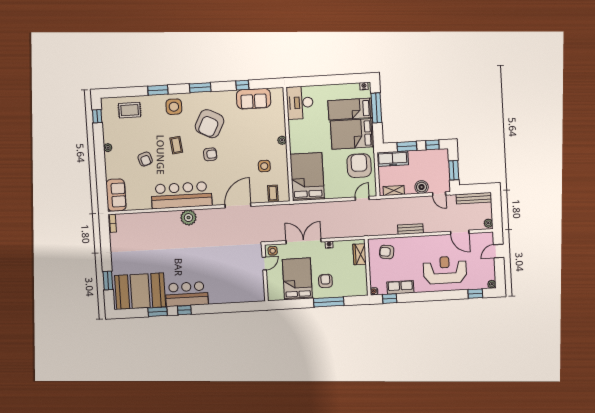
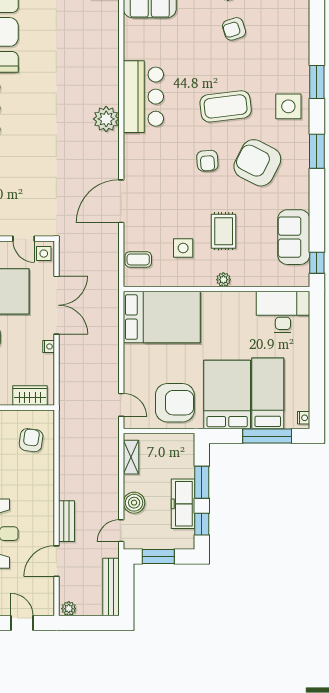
window: (242, 85) -> (317, 263), moved
rug: (130, 110) -> (224, 231), moved
coffee table: (176, 145) -> (226, 106), width x1.86, depth x1.72
armchair: (145, 159) -> (234, 29), moved
freezer: (393, 159) -> (183, 504), moved
bar counter: (181, 195) -> (143, 97), width x0.73
door: (238, 206) -> (121, 201), swing flipped
bench: (410, 229) -> (66, 521), moved

